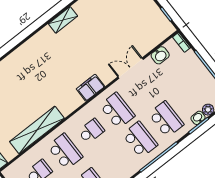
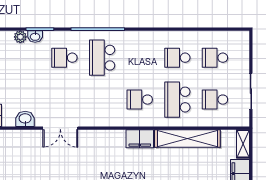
filing cabinet: (91, 88) -> (140, 139), moved
school desk: (117, 111) -> (102, 100), removed
school desk: (166, 119) -> (64, 58), width x0.54

